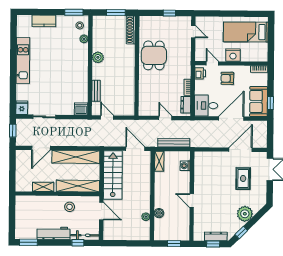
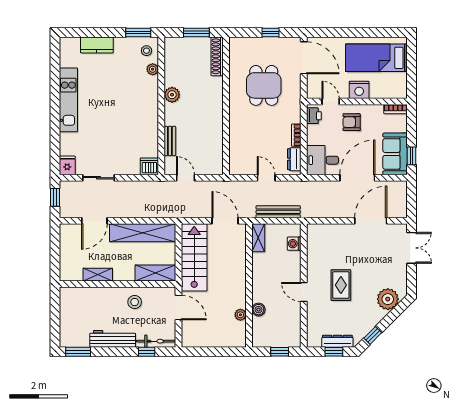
door: (193, 32) -> (304, 58), width x1.87
dining table: (154, 55) -> (264, 85), moved
rug: (243, 178) -> (341, 285), moved
shelving: (78, 186) -> (155, 273), width x0.68
plant: (245, 214) -> (388, 299), moved

